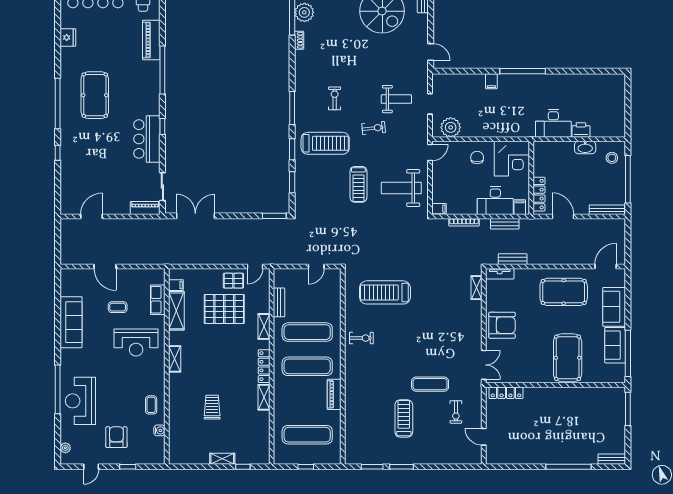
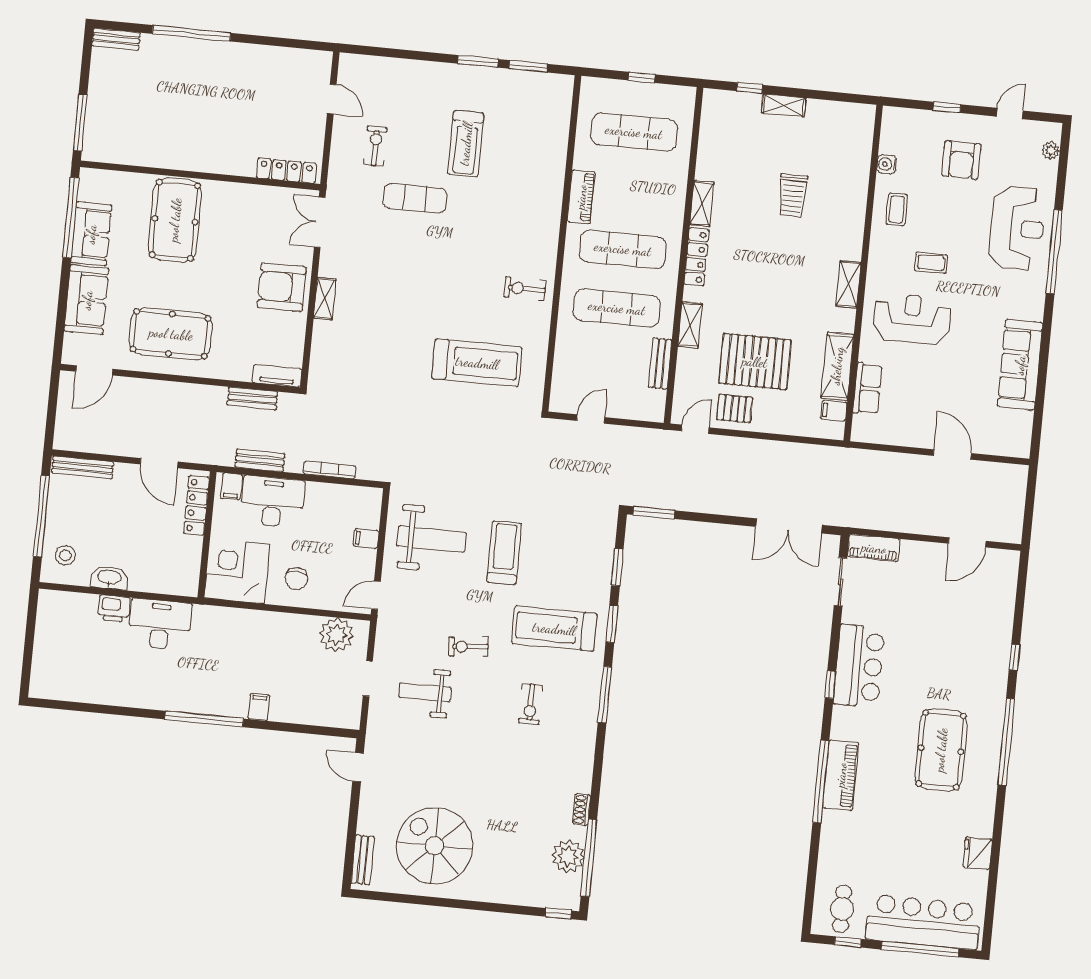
piano: (151, 40) -> (841, 775), moved
filing cabinet: (439, 209) -> (366, 539), moved
shelving: (477, 288) -> (325, 299), moved
coffee table: (118, 307) -> (931, 263), moved

